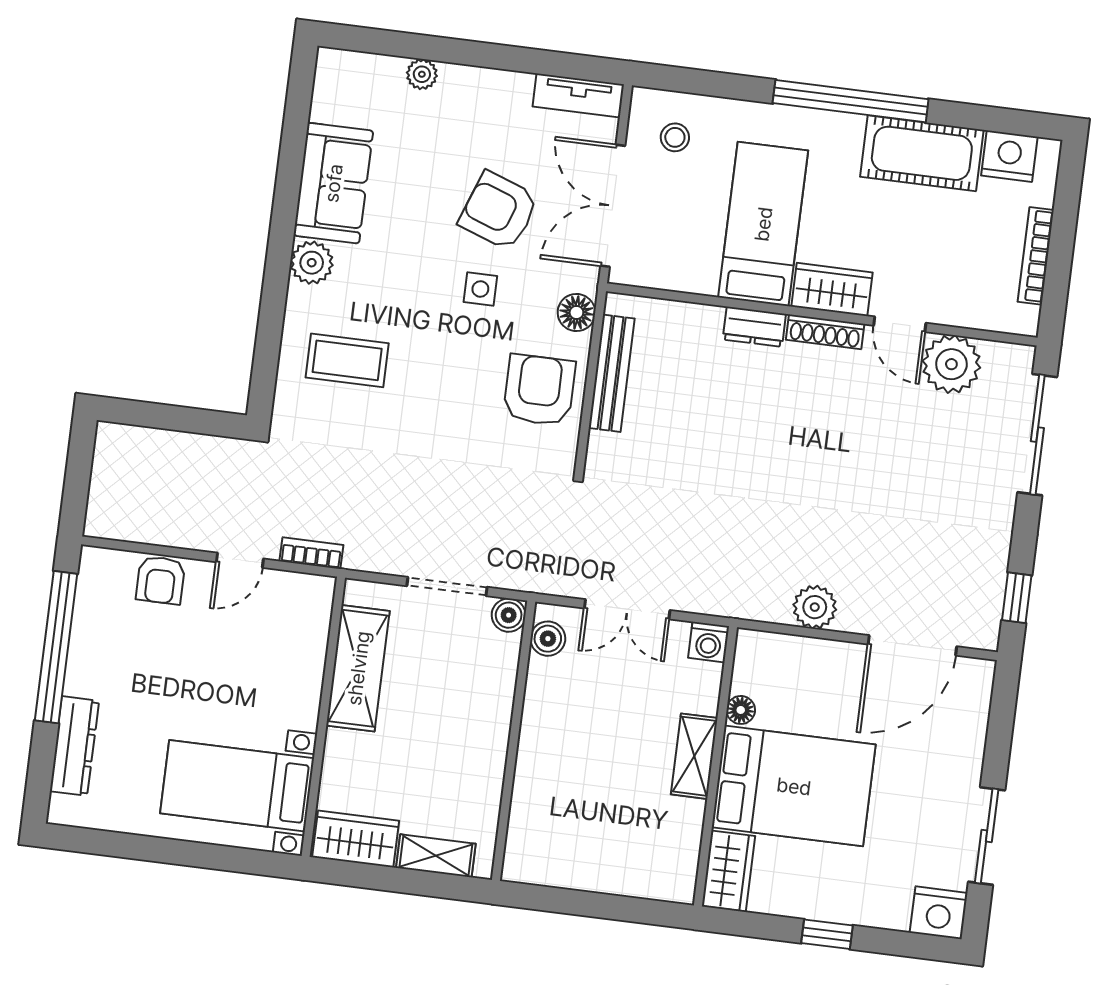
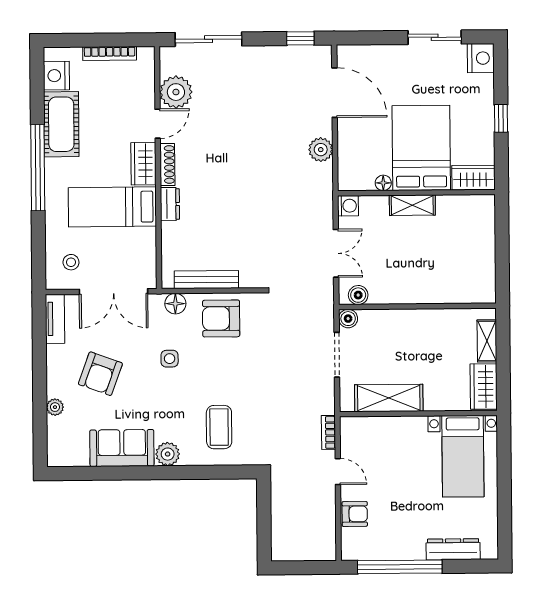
armchair: (499, 211) -> (100, 374), moved

